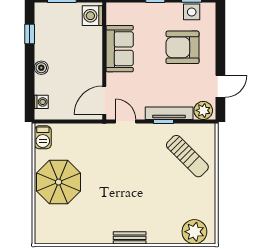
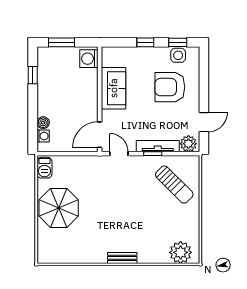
boiler: (41, 68) -> (43, 123), moved

